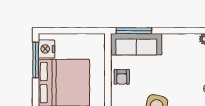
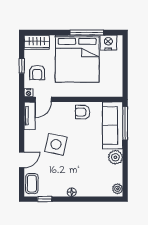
plant: (171, 41) -> (115, 157), added
window: (36, 60) -> (87, 32), moved

